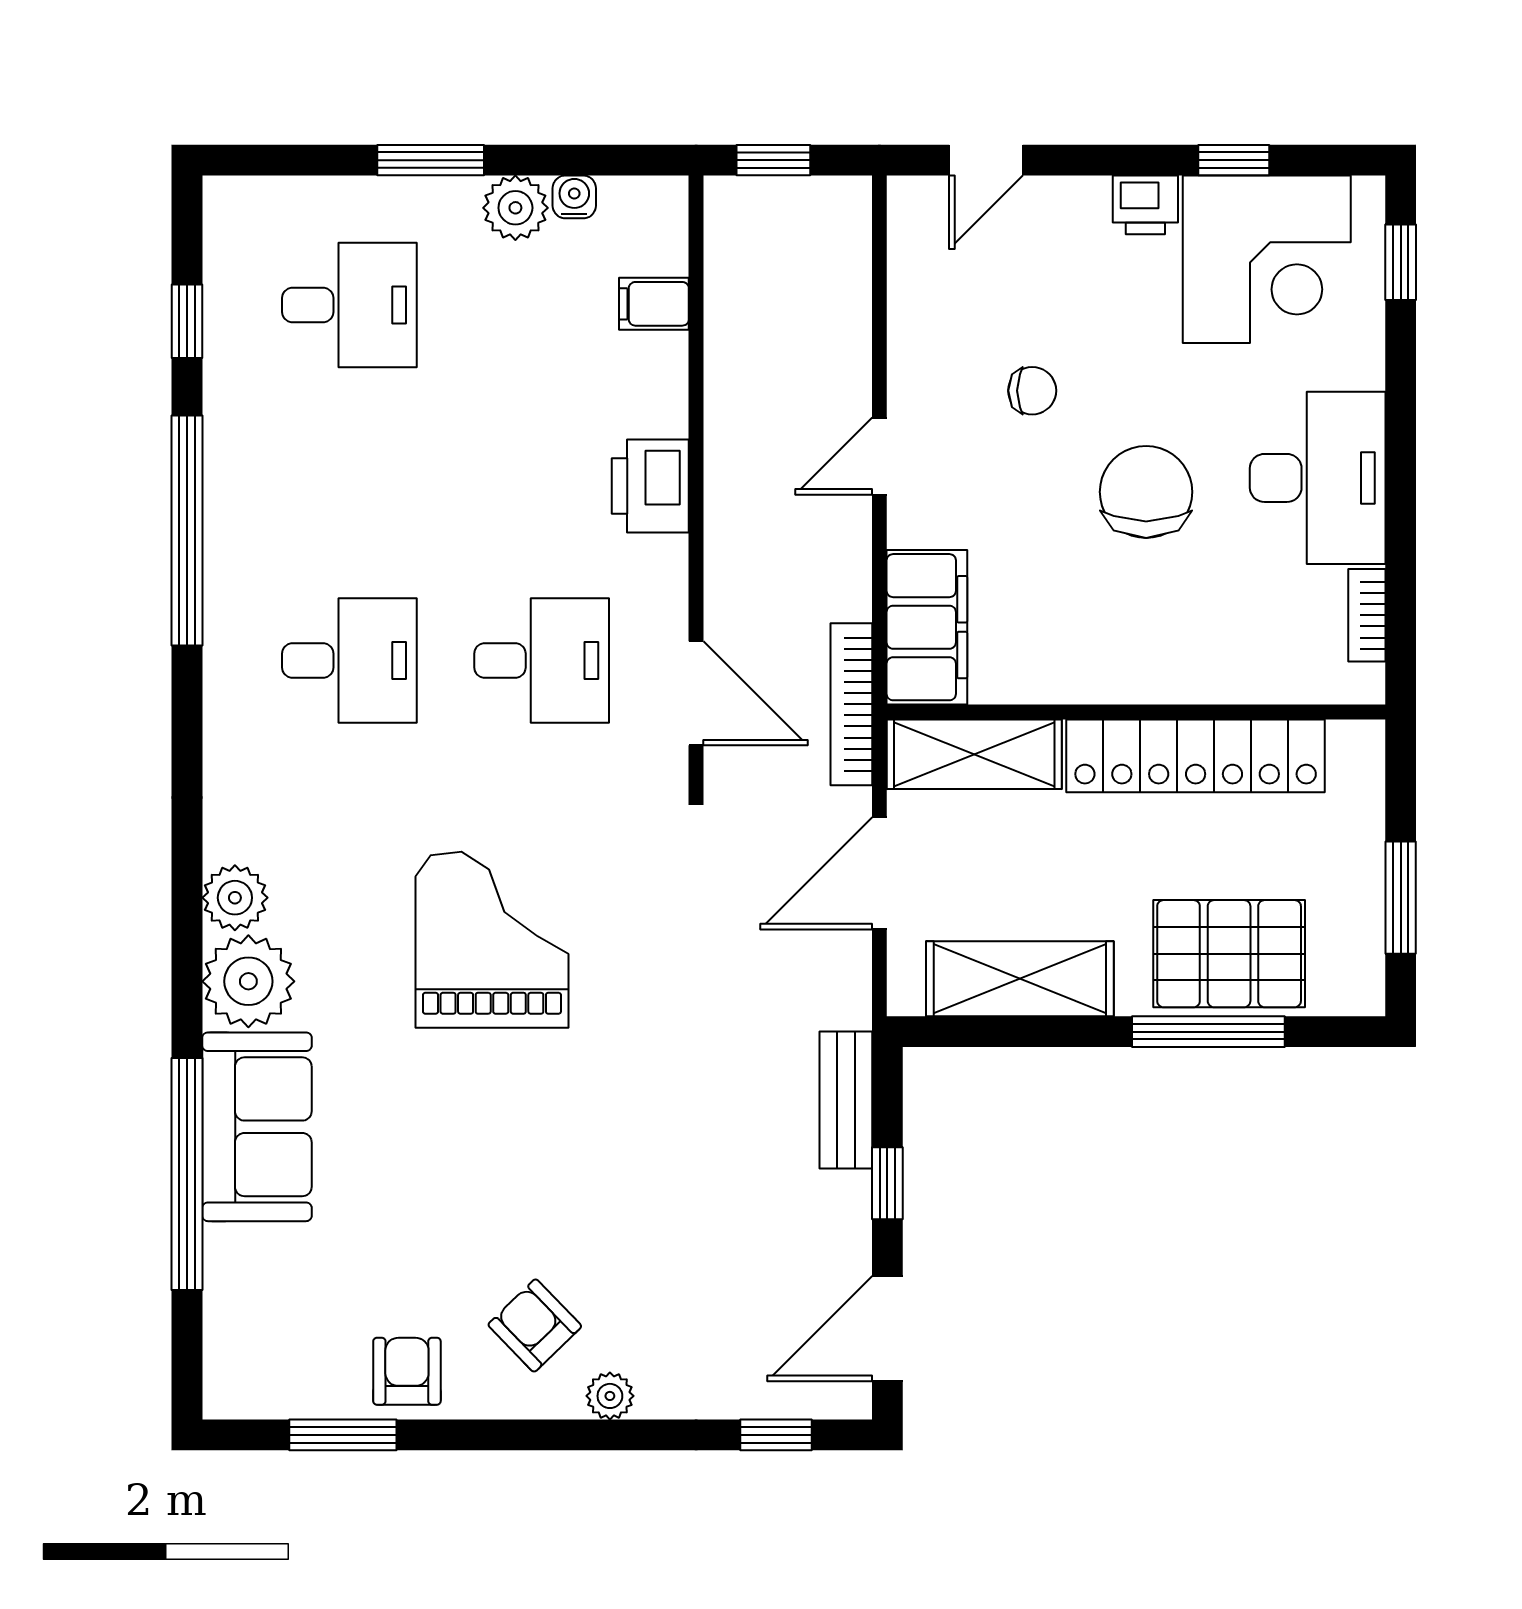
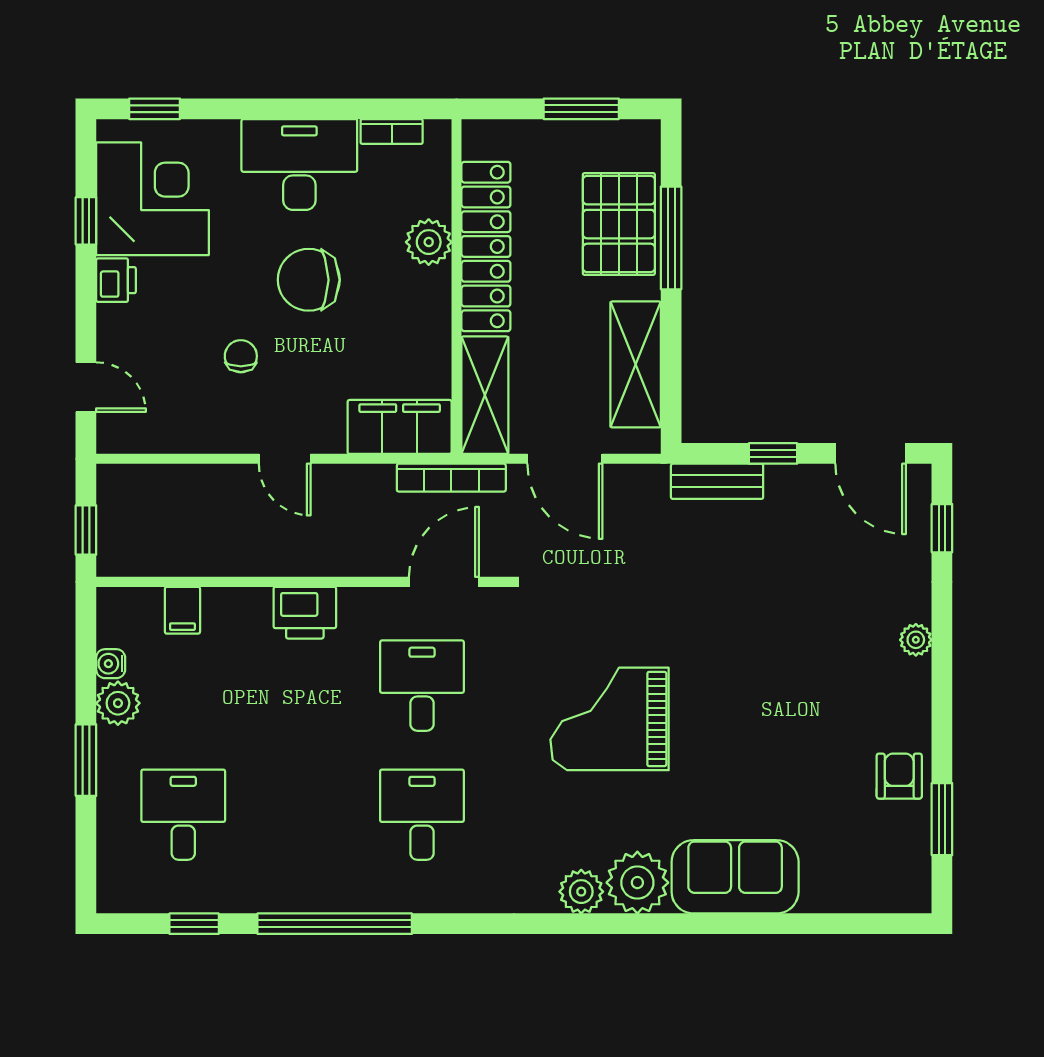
plant: (1202, 670) -> (429, 242), added
window: (187, 1174) -> (767, 924), removed
armchair: (535, 1325) -> (869, 690), removed
armchair: (407, 1371) -> (899, 776), turned 90

